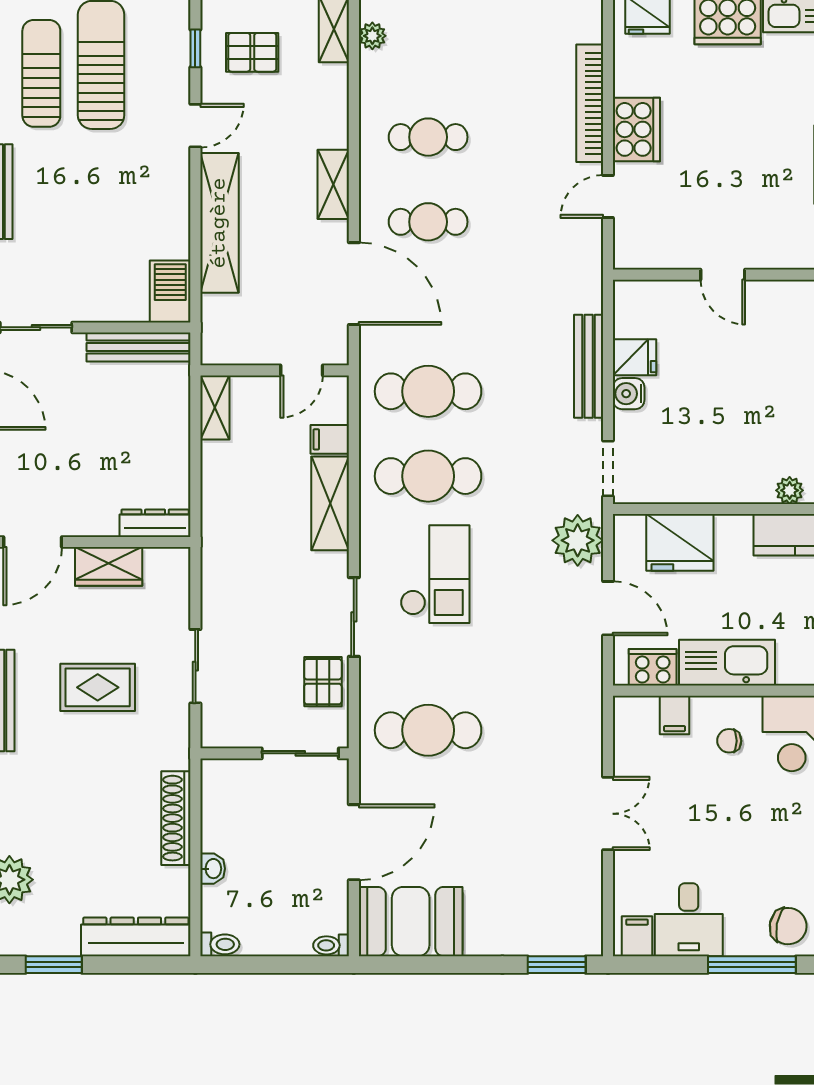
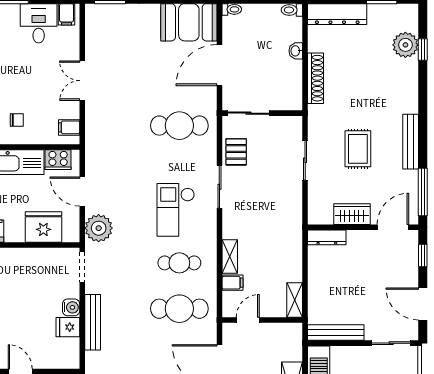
cafe table: (428, 476) -> (179, 263), width x0.73, depth x0.74
shelving: (330, 503) -> (230, 257), width x0.67, depth x0.75
rug: (98, 687) -> (358, 149), turned 90
filing cabinet: (675, 715) -> (69, 127), moved, turned -90

